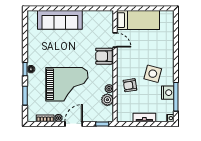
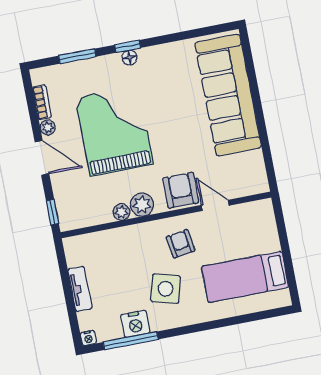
sofa: (60, 20) -> (228, 95), width x1.36, depth x1.27
bed: (138, 20) -> (245, 277), moved, turned 90
door: (115, 40) -> (215, 205), swing flipped
grand piano: (67, 84) -> (114, 131), turned 180
armchair: (130, 85) -> (181, 244), moved
plant: (107, 100) -> (142, 205), moved

